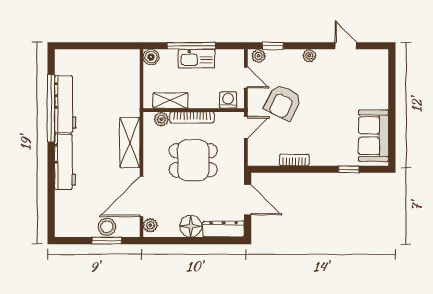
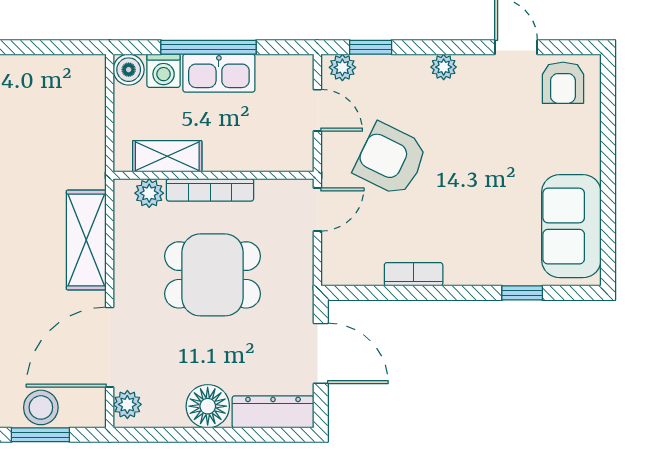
armchair: (369, 64) -> (563, 83), added
washing machine: (228, 100) -> (164, 71), moved, turned 180
armchair: (283, 102) -> (391, 159), turned 90

